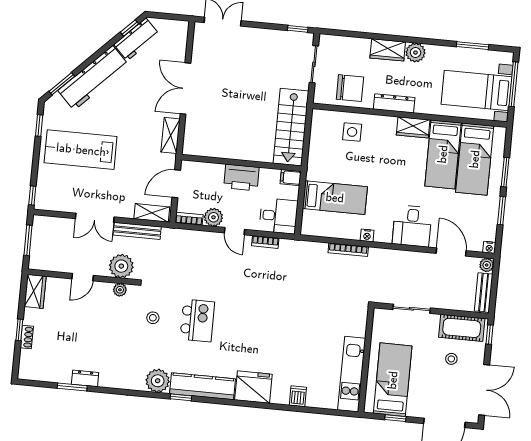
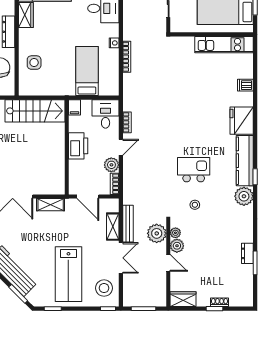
stool: (59, 193) -> (104, 288), added
shelving: (152, 213) -> (113, 227), moved
plant: (103, 290) -> (177, 246), added

